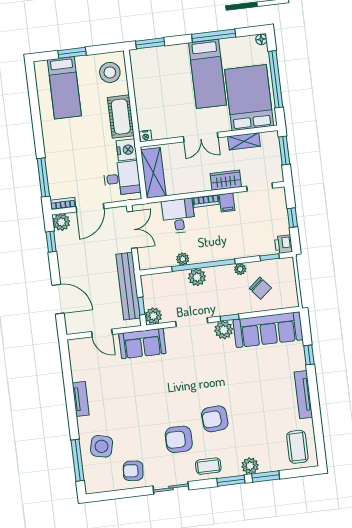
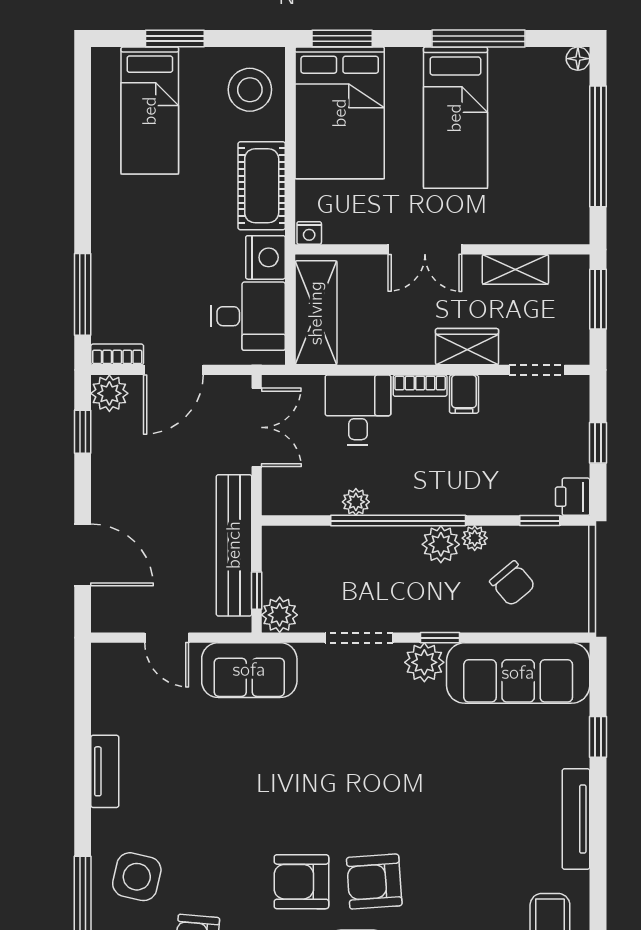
bed: (249, 98) -> (340, 113), moved, turned 180
plant: (197, 277) -> (441, 544), moved
armchair: (215, 419) -> (374, 882), moved

